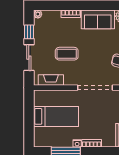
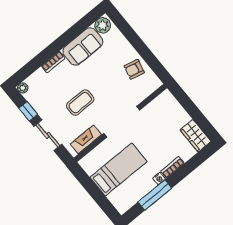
doorway: (95, 88) -> (122, 122), moved

